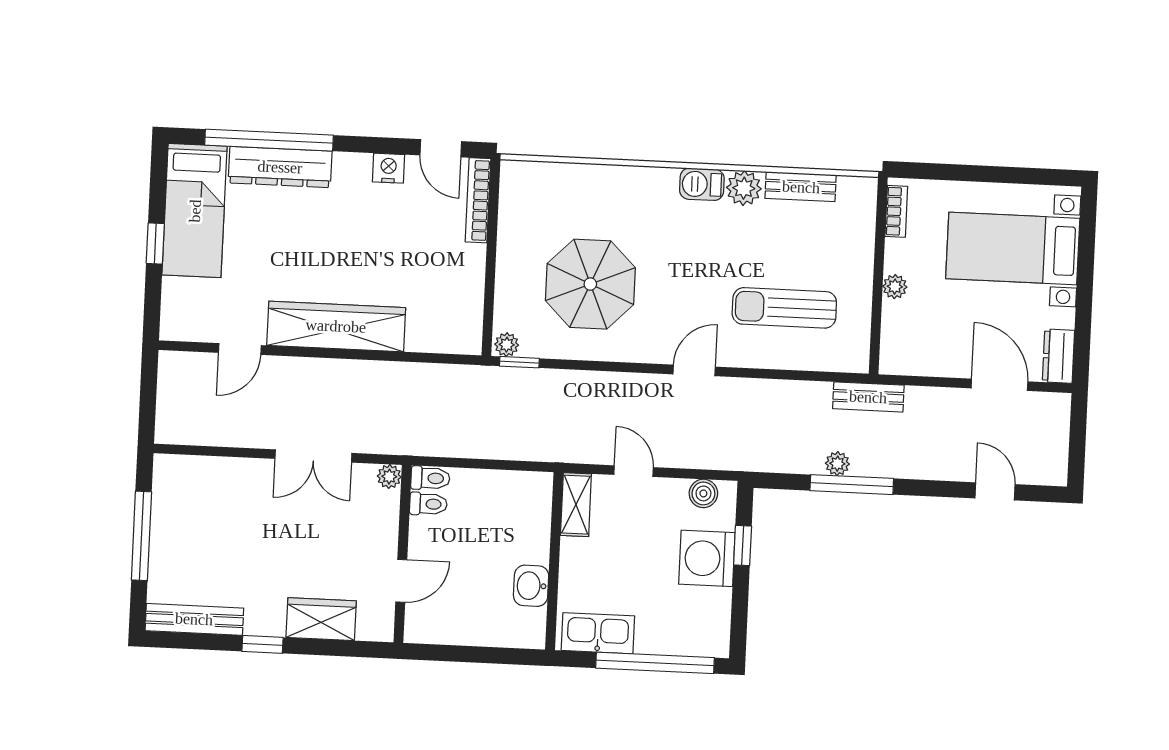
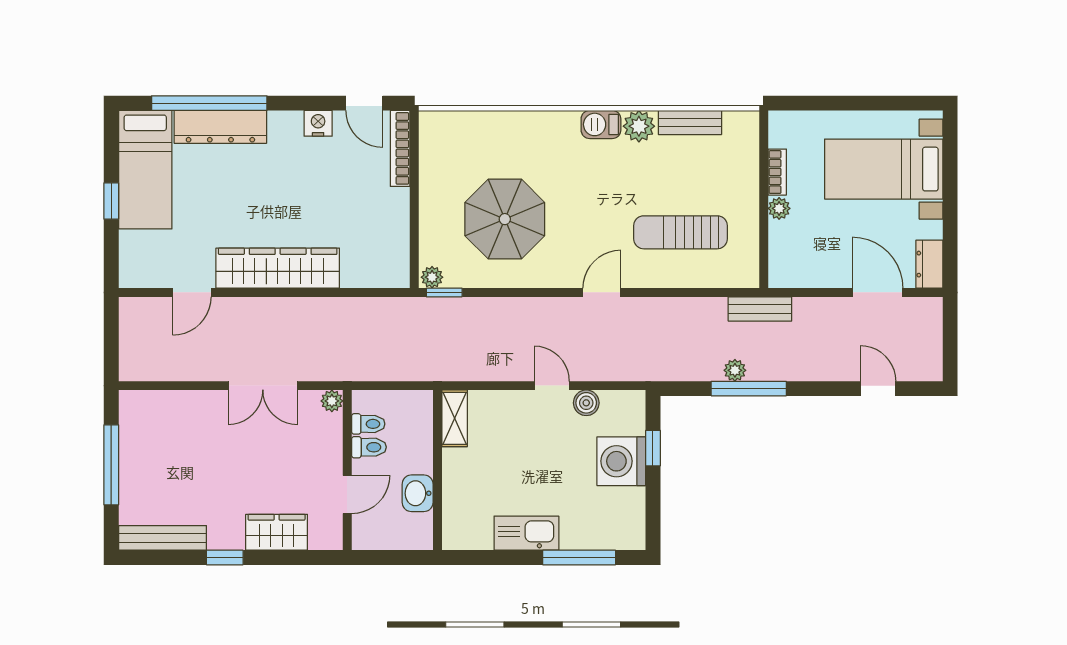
bookcase: (896, 211) -> (777, 172), moved
toilet: (430, 478) -> (369, 447), moved
boiler: (703, 493) -> (586, 403), moved
shelving: (576, 505) -> (455, 418), moved
wall: (554, 561) -> (437, 470), moved
washbasin: (531, 586) -> (418, 493), moved
window: (655, 663) -> (579, 557), width x0.68

